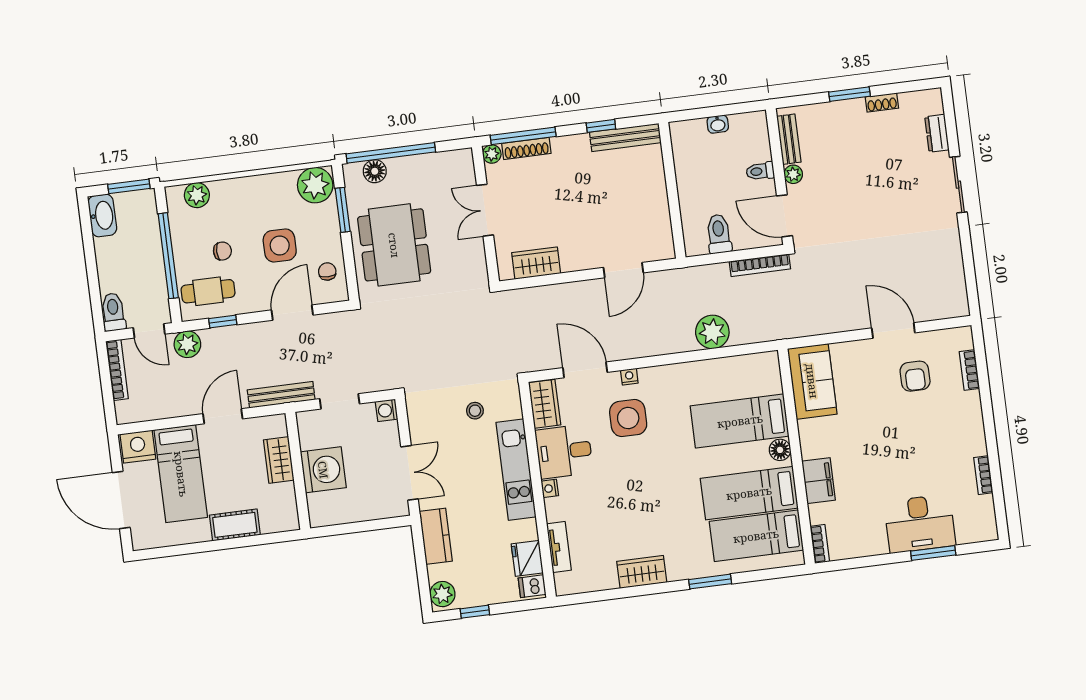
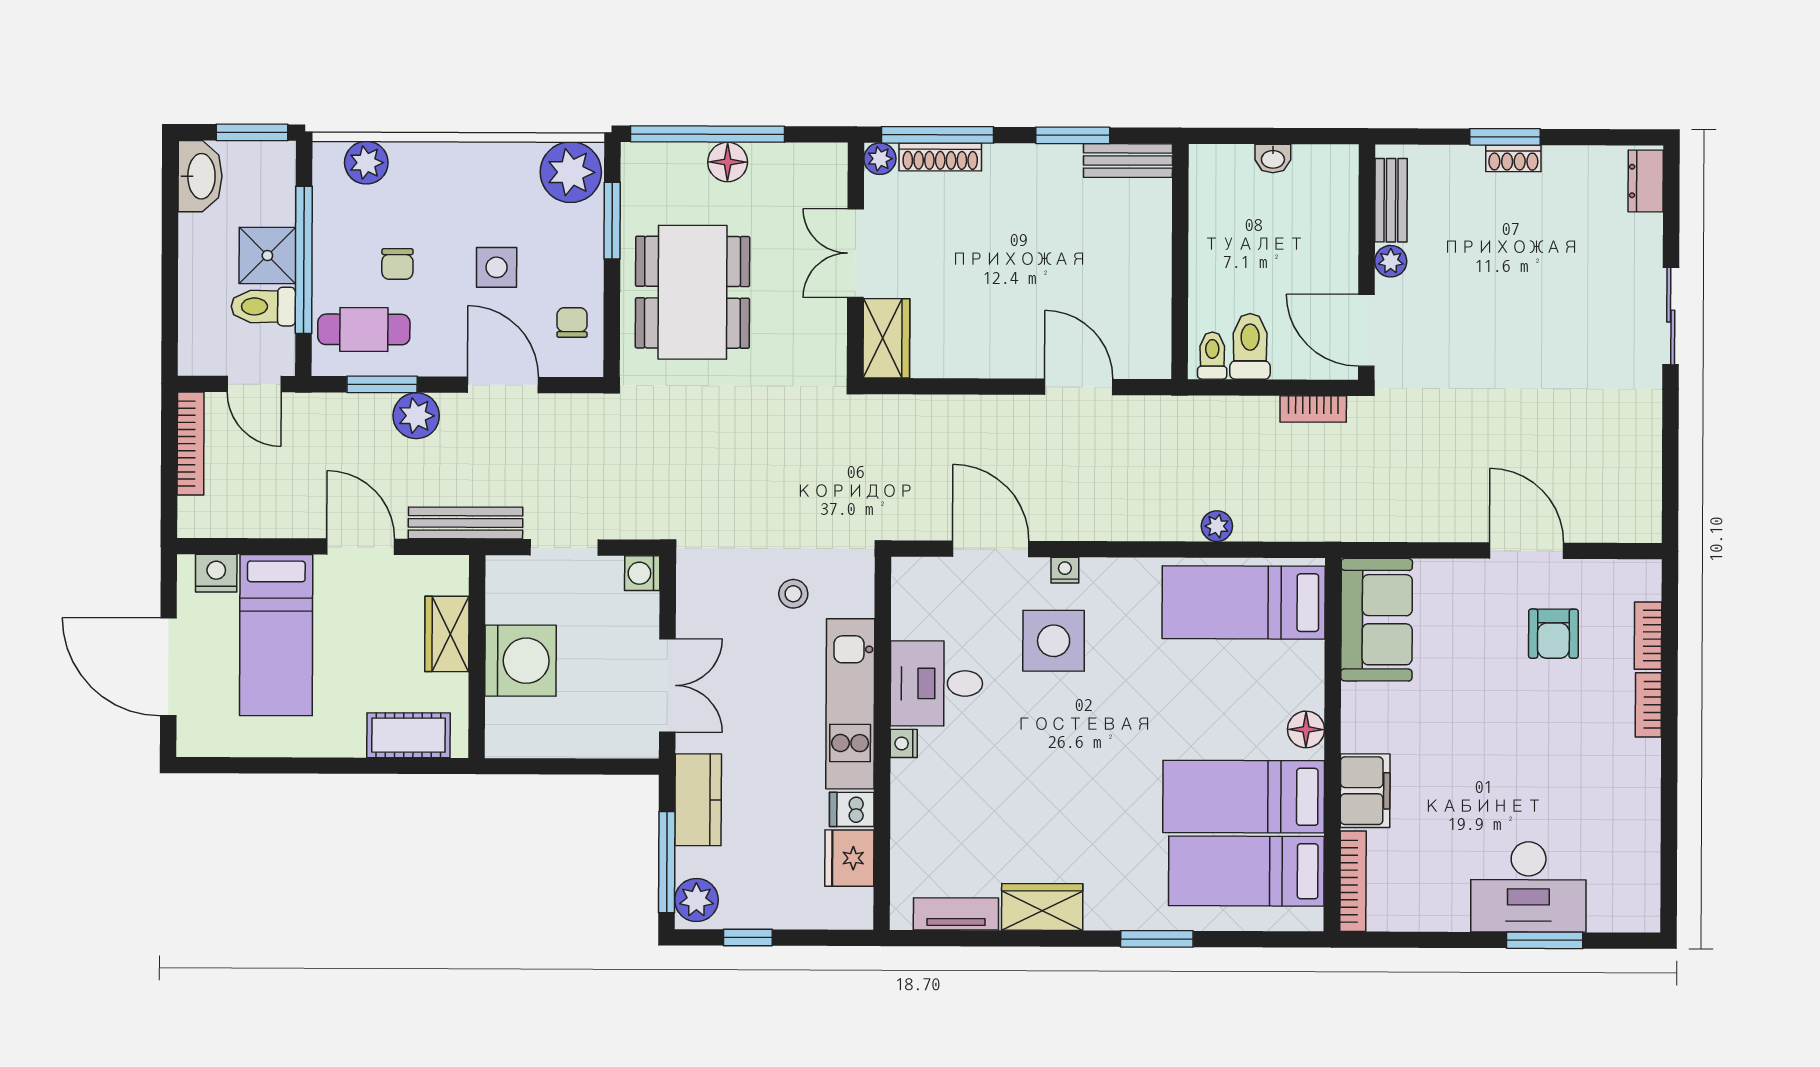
shoe rack: (882, 103) -> (1513, 158), moved
window: (601, 126) -> (1073, 135), width x1.50
dresser: (937, 133) -> (1646, 181), moved
bench: (625, 137) -> (1128, 161), width x0.73
floor lamp: (375, 171) -> (728, 162), moved
toilet: (760, 171) -> (1212, 356), moved, turned 90
side table: (280, 245) -> (497, 267), width x0.73, depth x0.73
chair: (222, 251) -> (397, 264), turned 90
shower: (147, 256) -> (267, 256), added
wardrobe: (536, 263) -> (886, 338), moved, turned 90
bookcase: (760, 265) -> (1313, 409), width x0.64
door: (623, 270) -> (1079, 387), swing flipped
toilet: (113, 312) -> (263, 306), moved, turned -90
door: (292, 313) -> (503, 385), hinge flipped
window: (223, 321) -> (382, 384), width x1.50
plant: (712, 332) -> (1217, 526), width x0.53, depth x0.53
plant: (187, 344) -> (416, 416), moved
wardrobe: (545, 404) -> (914, 598), removed
door: (223, 416) -> (361, 547), hinge flipped
bed: (740, 421) -> (1244, 602), moved
nightstand: (138, 447) -> (216, 573), width x0.74, depth x0.75
bookcase: (983, 475) -> (1648, 705), moved
cot: (235, 525) -> (408, 735), moved
bookcase: (820, 544) -> (1353, 881), width x1.56
tv unit: (559, 547) -> (956, 914), moved, turned -90
window: (423, 575) -> (667, 862), added
dishwasher: (532, 586) -> (852, 809), moved

